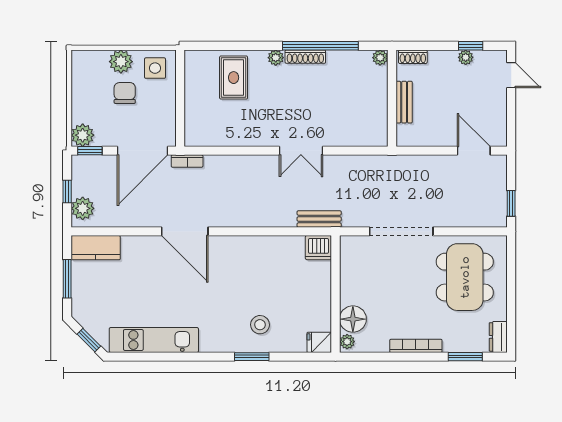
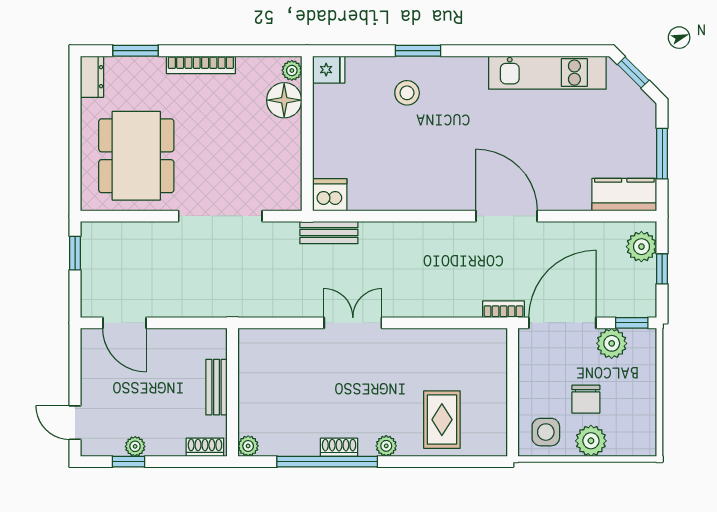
shoe rack: (305, 57) -> (339, 447), width x0.70
plant: (83, 135) -> (612, 343), moved

